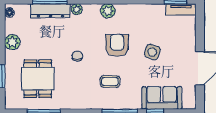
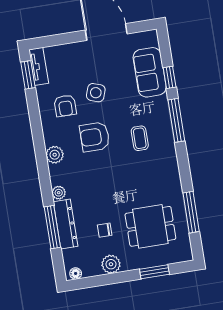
armchair: (146, 26) -> (65, 106), added
chair: (77, 56) -> (105, 230), moved

